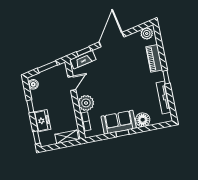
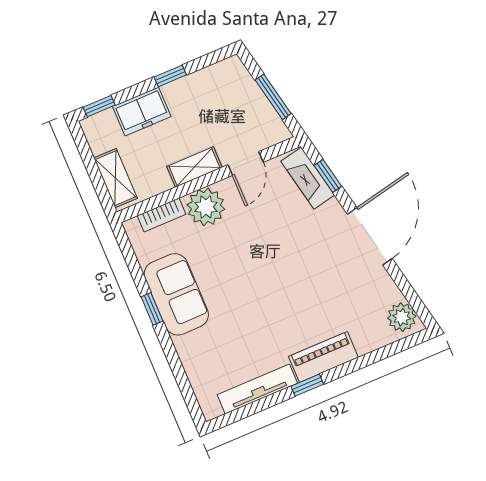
door: (112, 40) -> (370, 236), hinge flipped
piano: (154, 58) -> (323, 357), moved
door: (72, 83) -> (246, 164), hinge flipped
boiler: (33, 84) -> (224, 72), removed
shelving: (69, 104) -> (194, 167), added
floor lamp: (143, 120) -> (194, 350), removed

